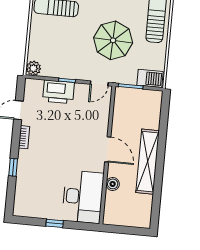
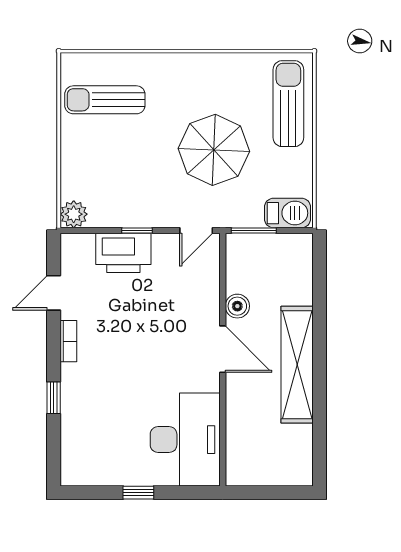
boiler: (113, 184) -> (237, 306), moved

